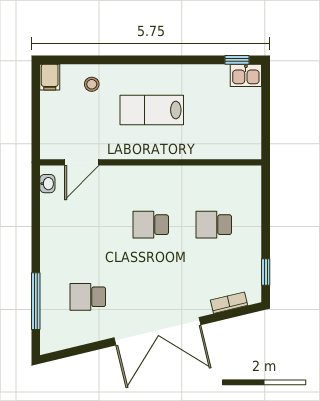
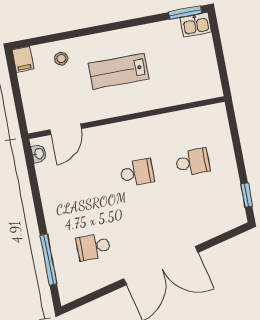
window: (237, 60) -> (185, 13), width x1.50
school desk: (151, 225) -> (137, 173), turned 180
school desk: (214, 225) -> (193, 162), turned 180
bookcase: (229, 303) -> (219, 228), removed

